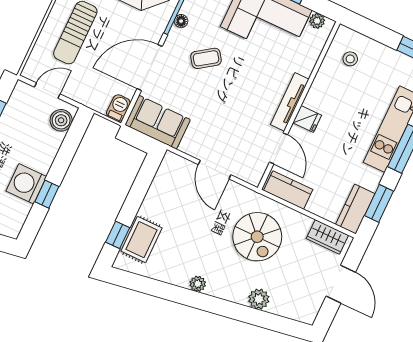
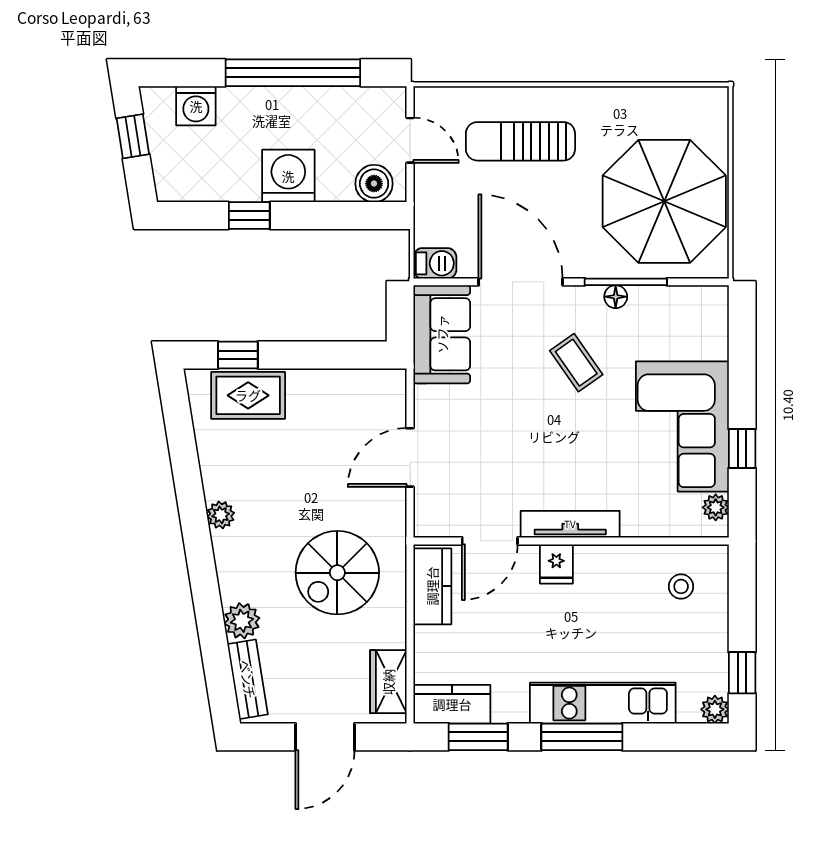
washing machine: (26, 184) -> (288, 176), moved
bench: (291, 311) -> (248, 679), added

